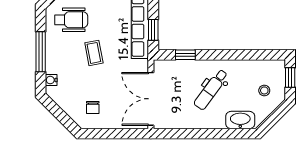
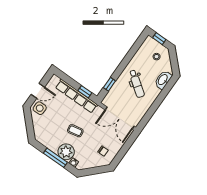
wheelchair: (71, 20) -> (50, 130), removed
plant: (58, 60) -> (66, 152), added

